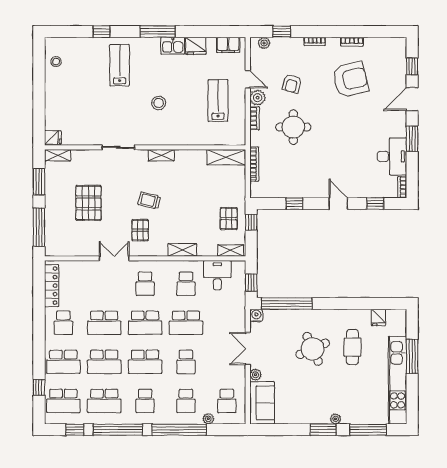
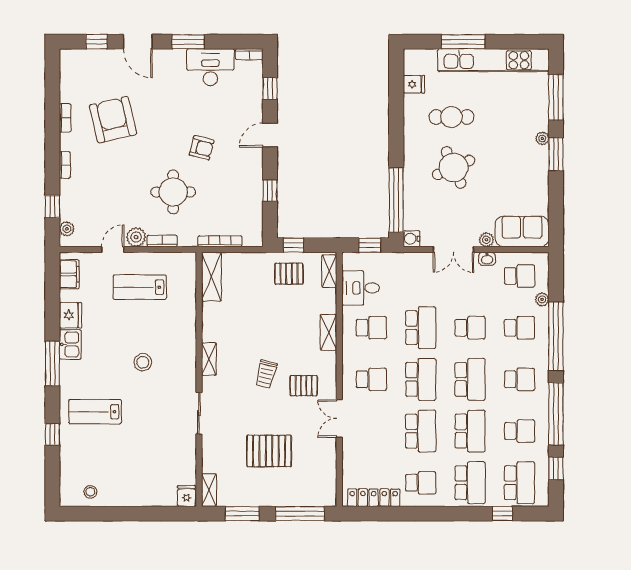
armchair: (292, 84) -> (202, 148), moved
washbasin: (240, 375) -> (487, 259), added
school desk: (104, 401) -> (519, 431), width x0.54

